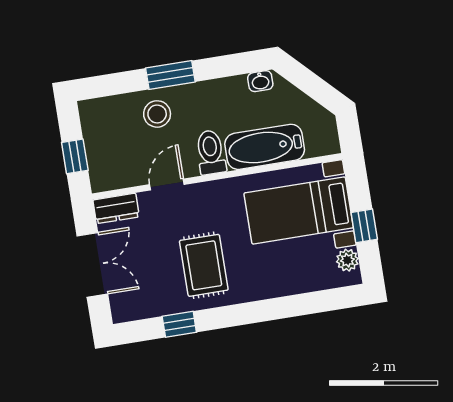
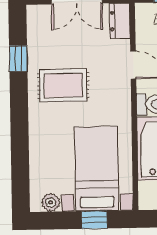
window: (364, 226) -> (94, 220), moved

